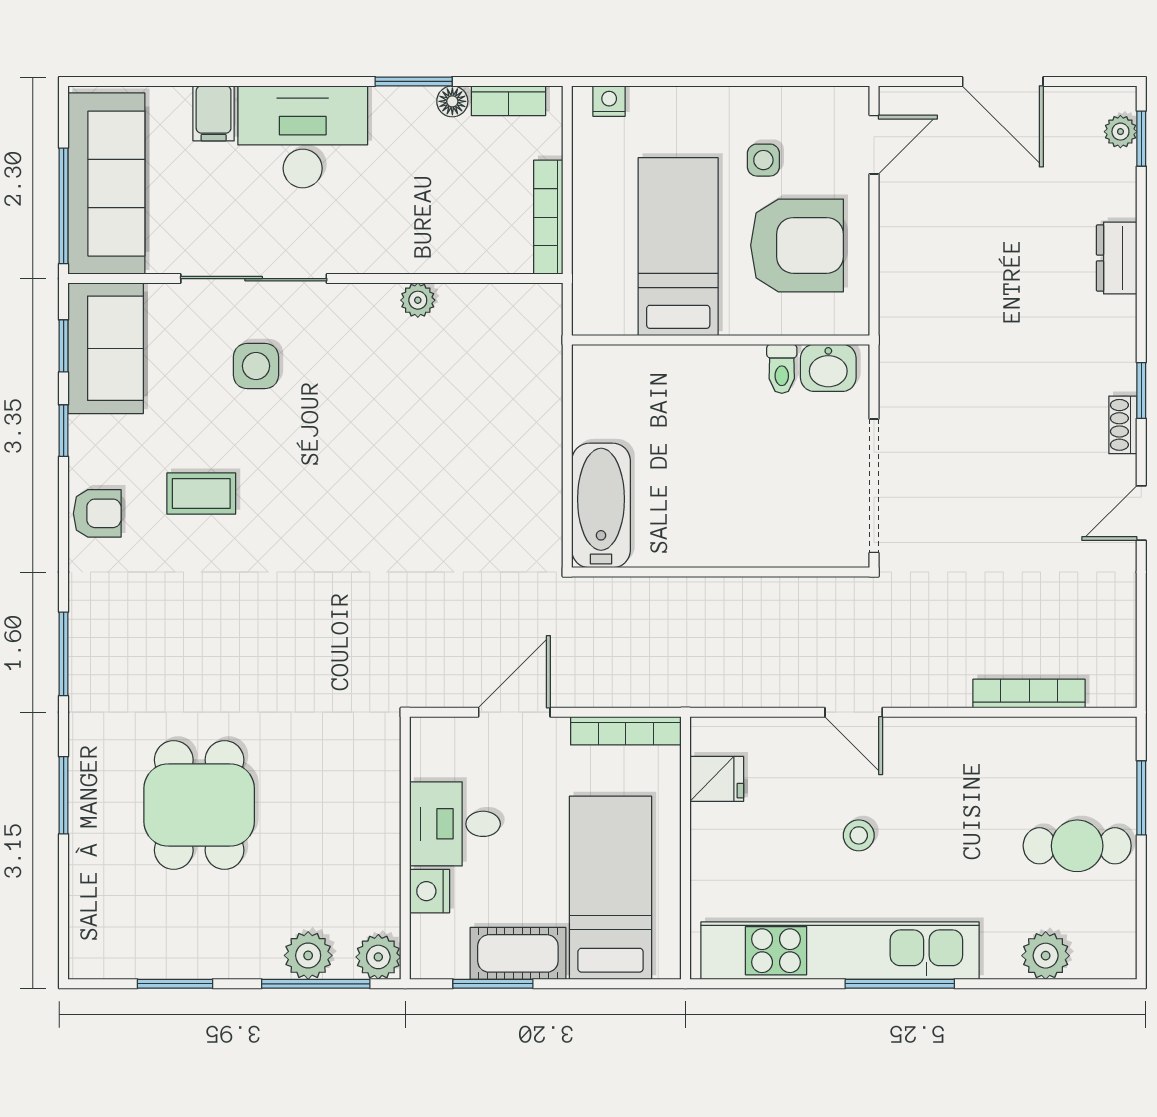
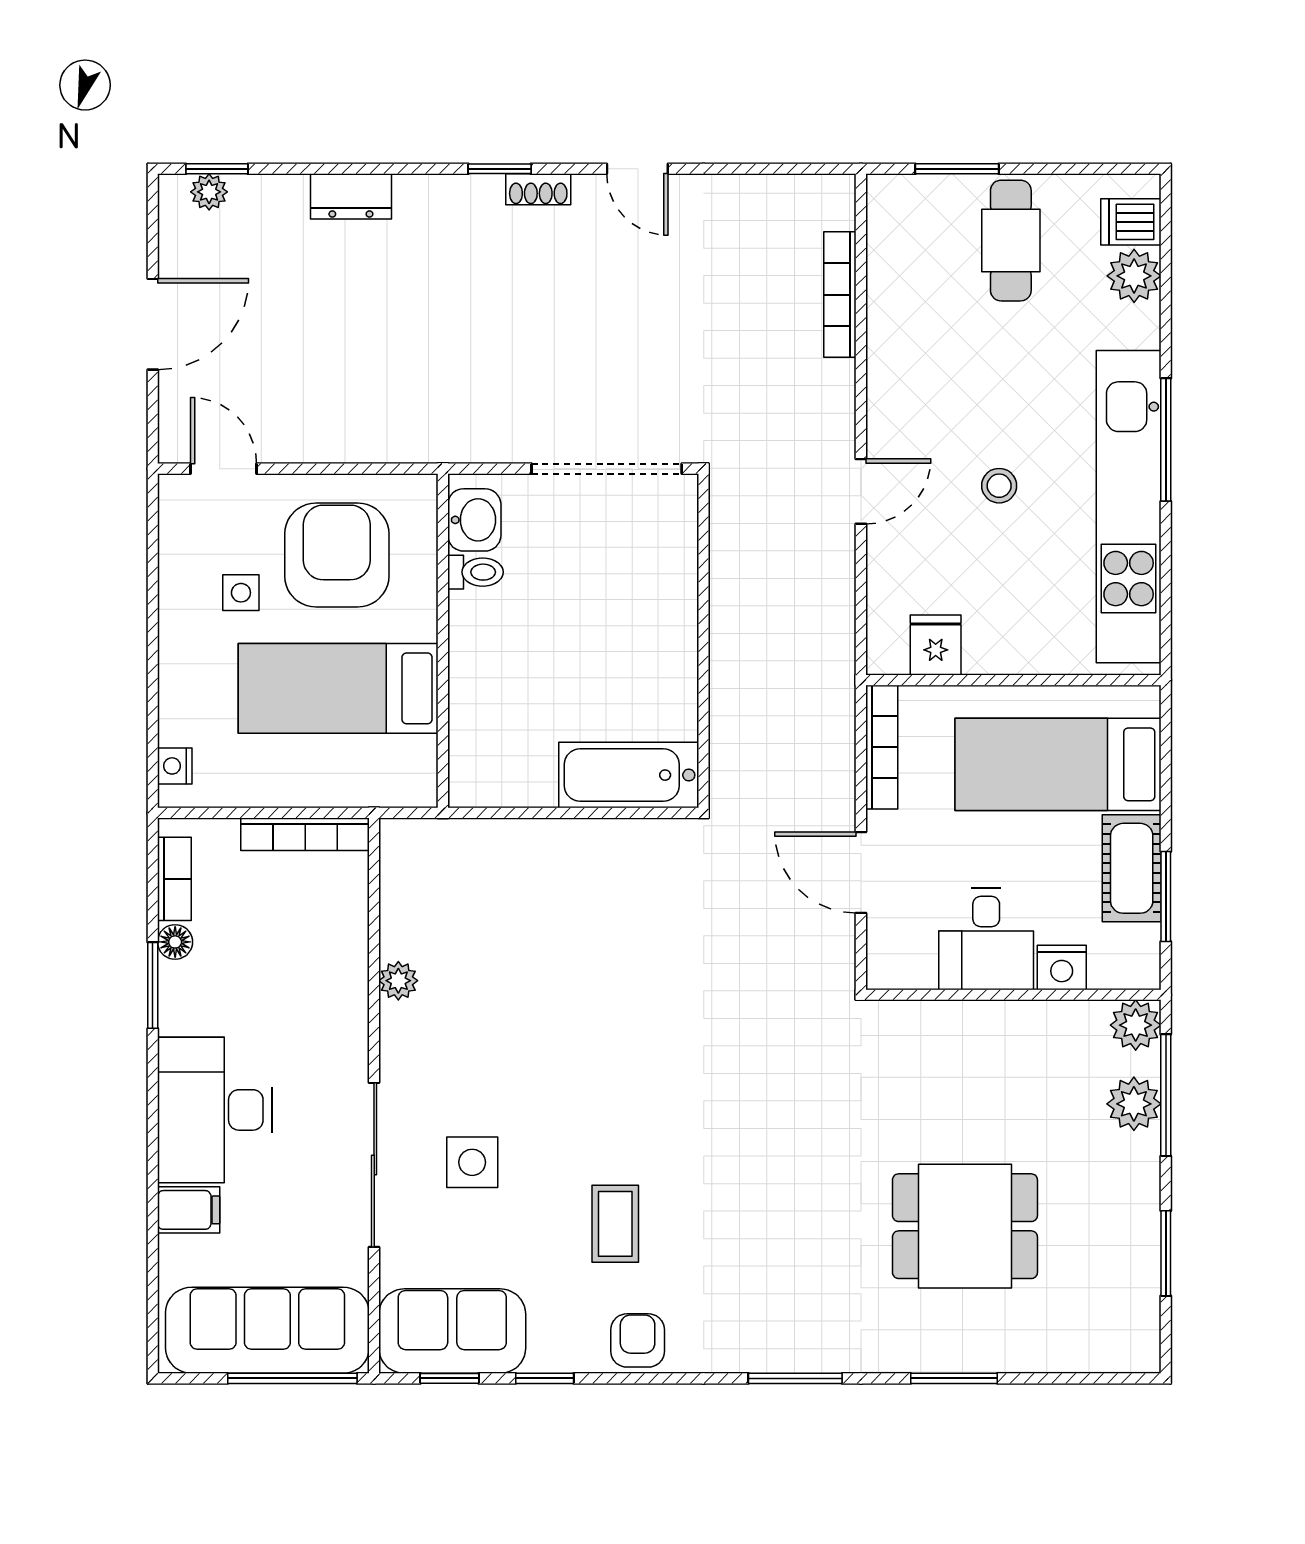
dishwasher: (1094, 953) -> (1131, 222), added

